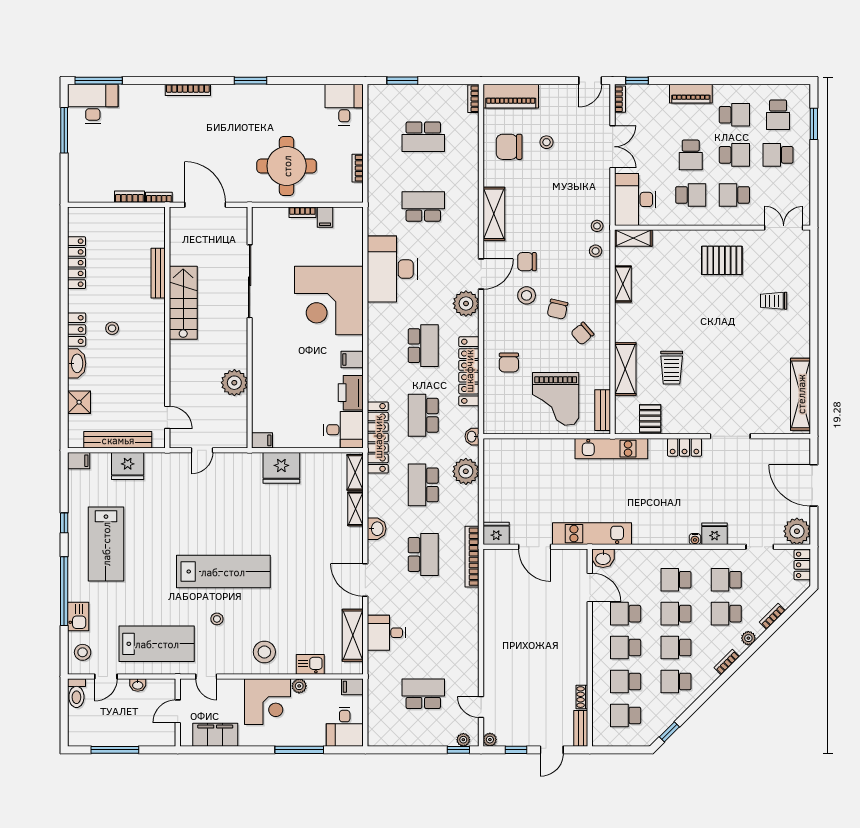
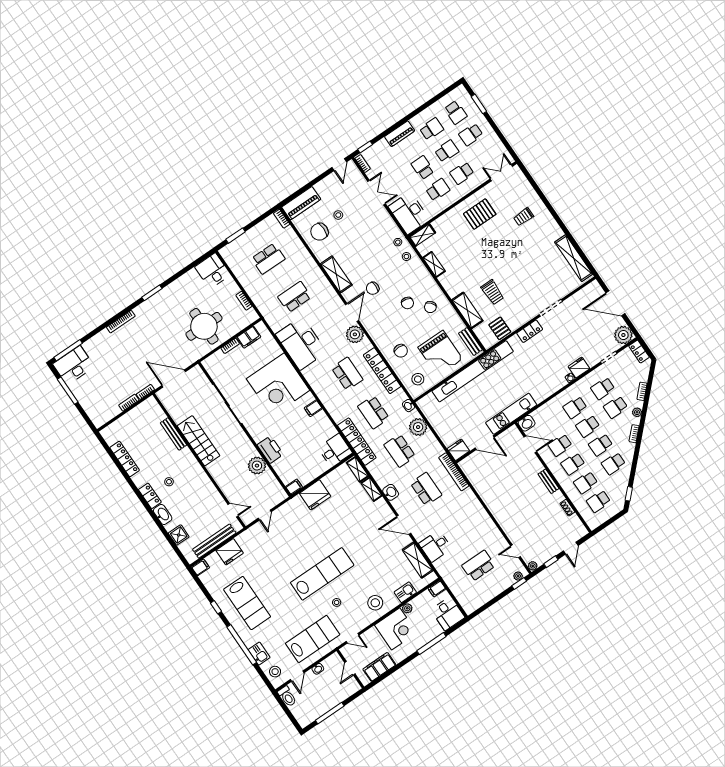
school desk: (691, 155) -> (423, 168), turned 180
filing cabinet: (325, 217) -> (249, 337), width x2.00
stool: (527, 295) -> (418, 379), moved
printer: (351, 393) -> (270, 450), moved, turned 180
kitchen unit: (611, 449) -> (473, 371), width x1.86
bench: (581, 728) -> (548, 481), moved

